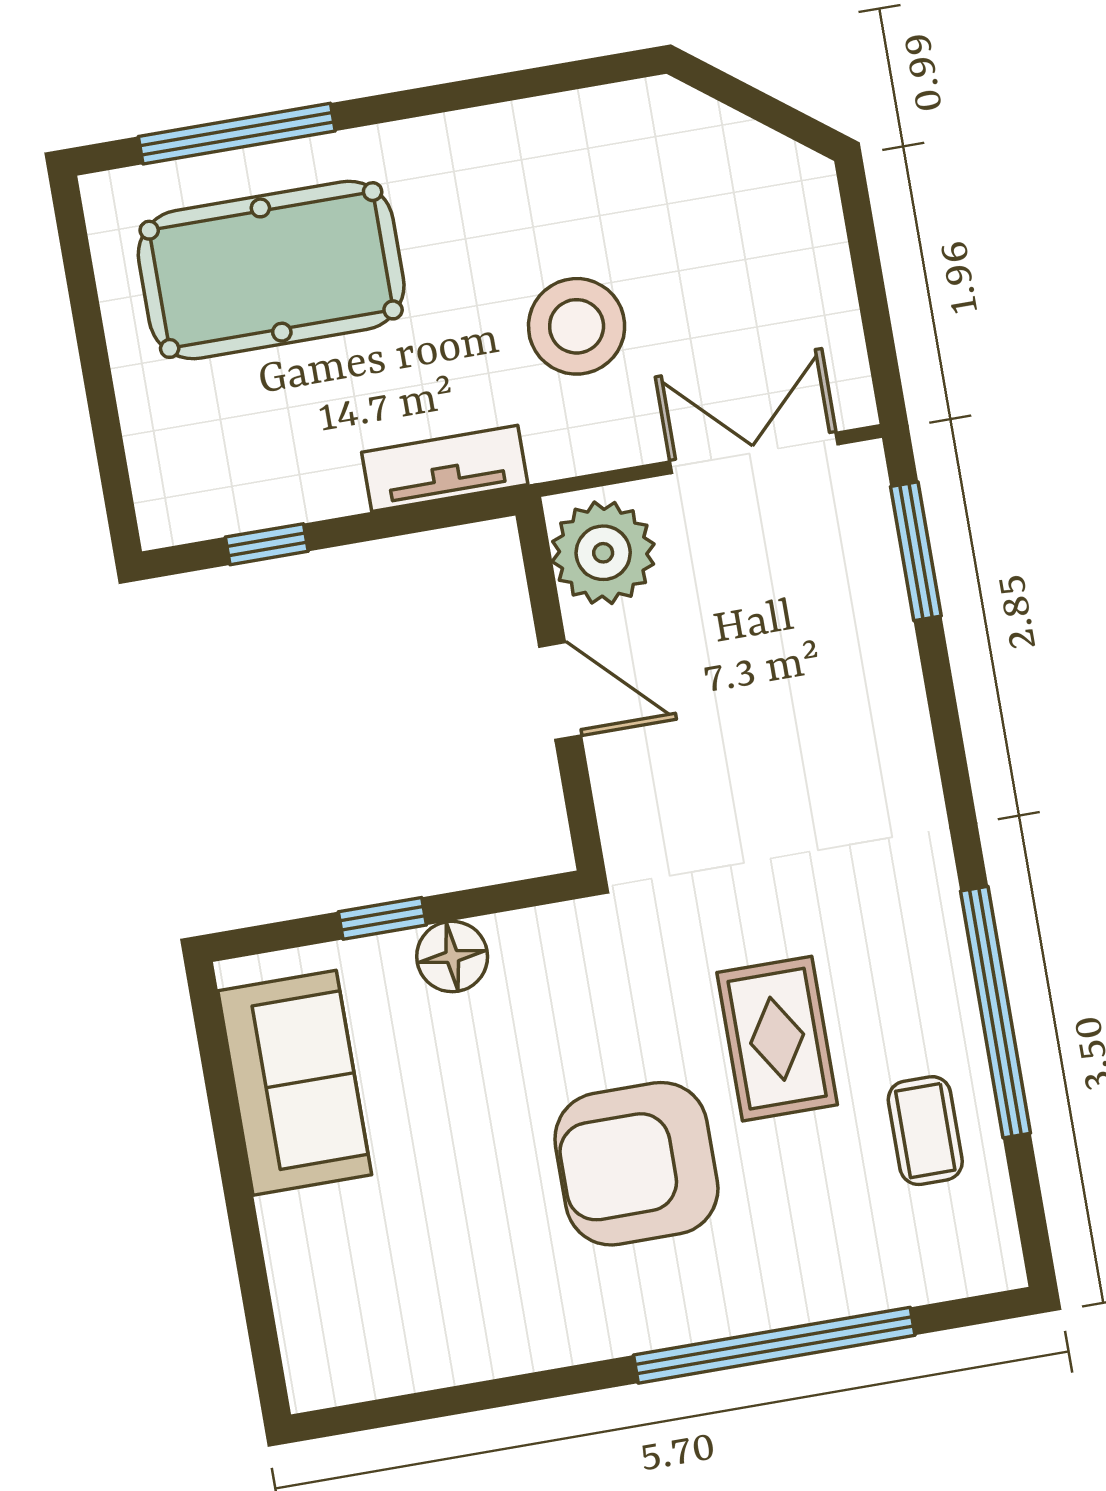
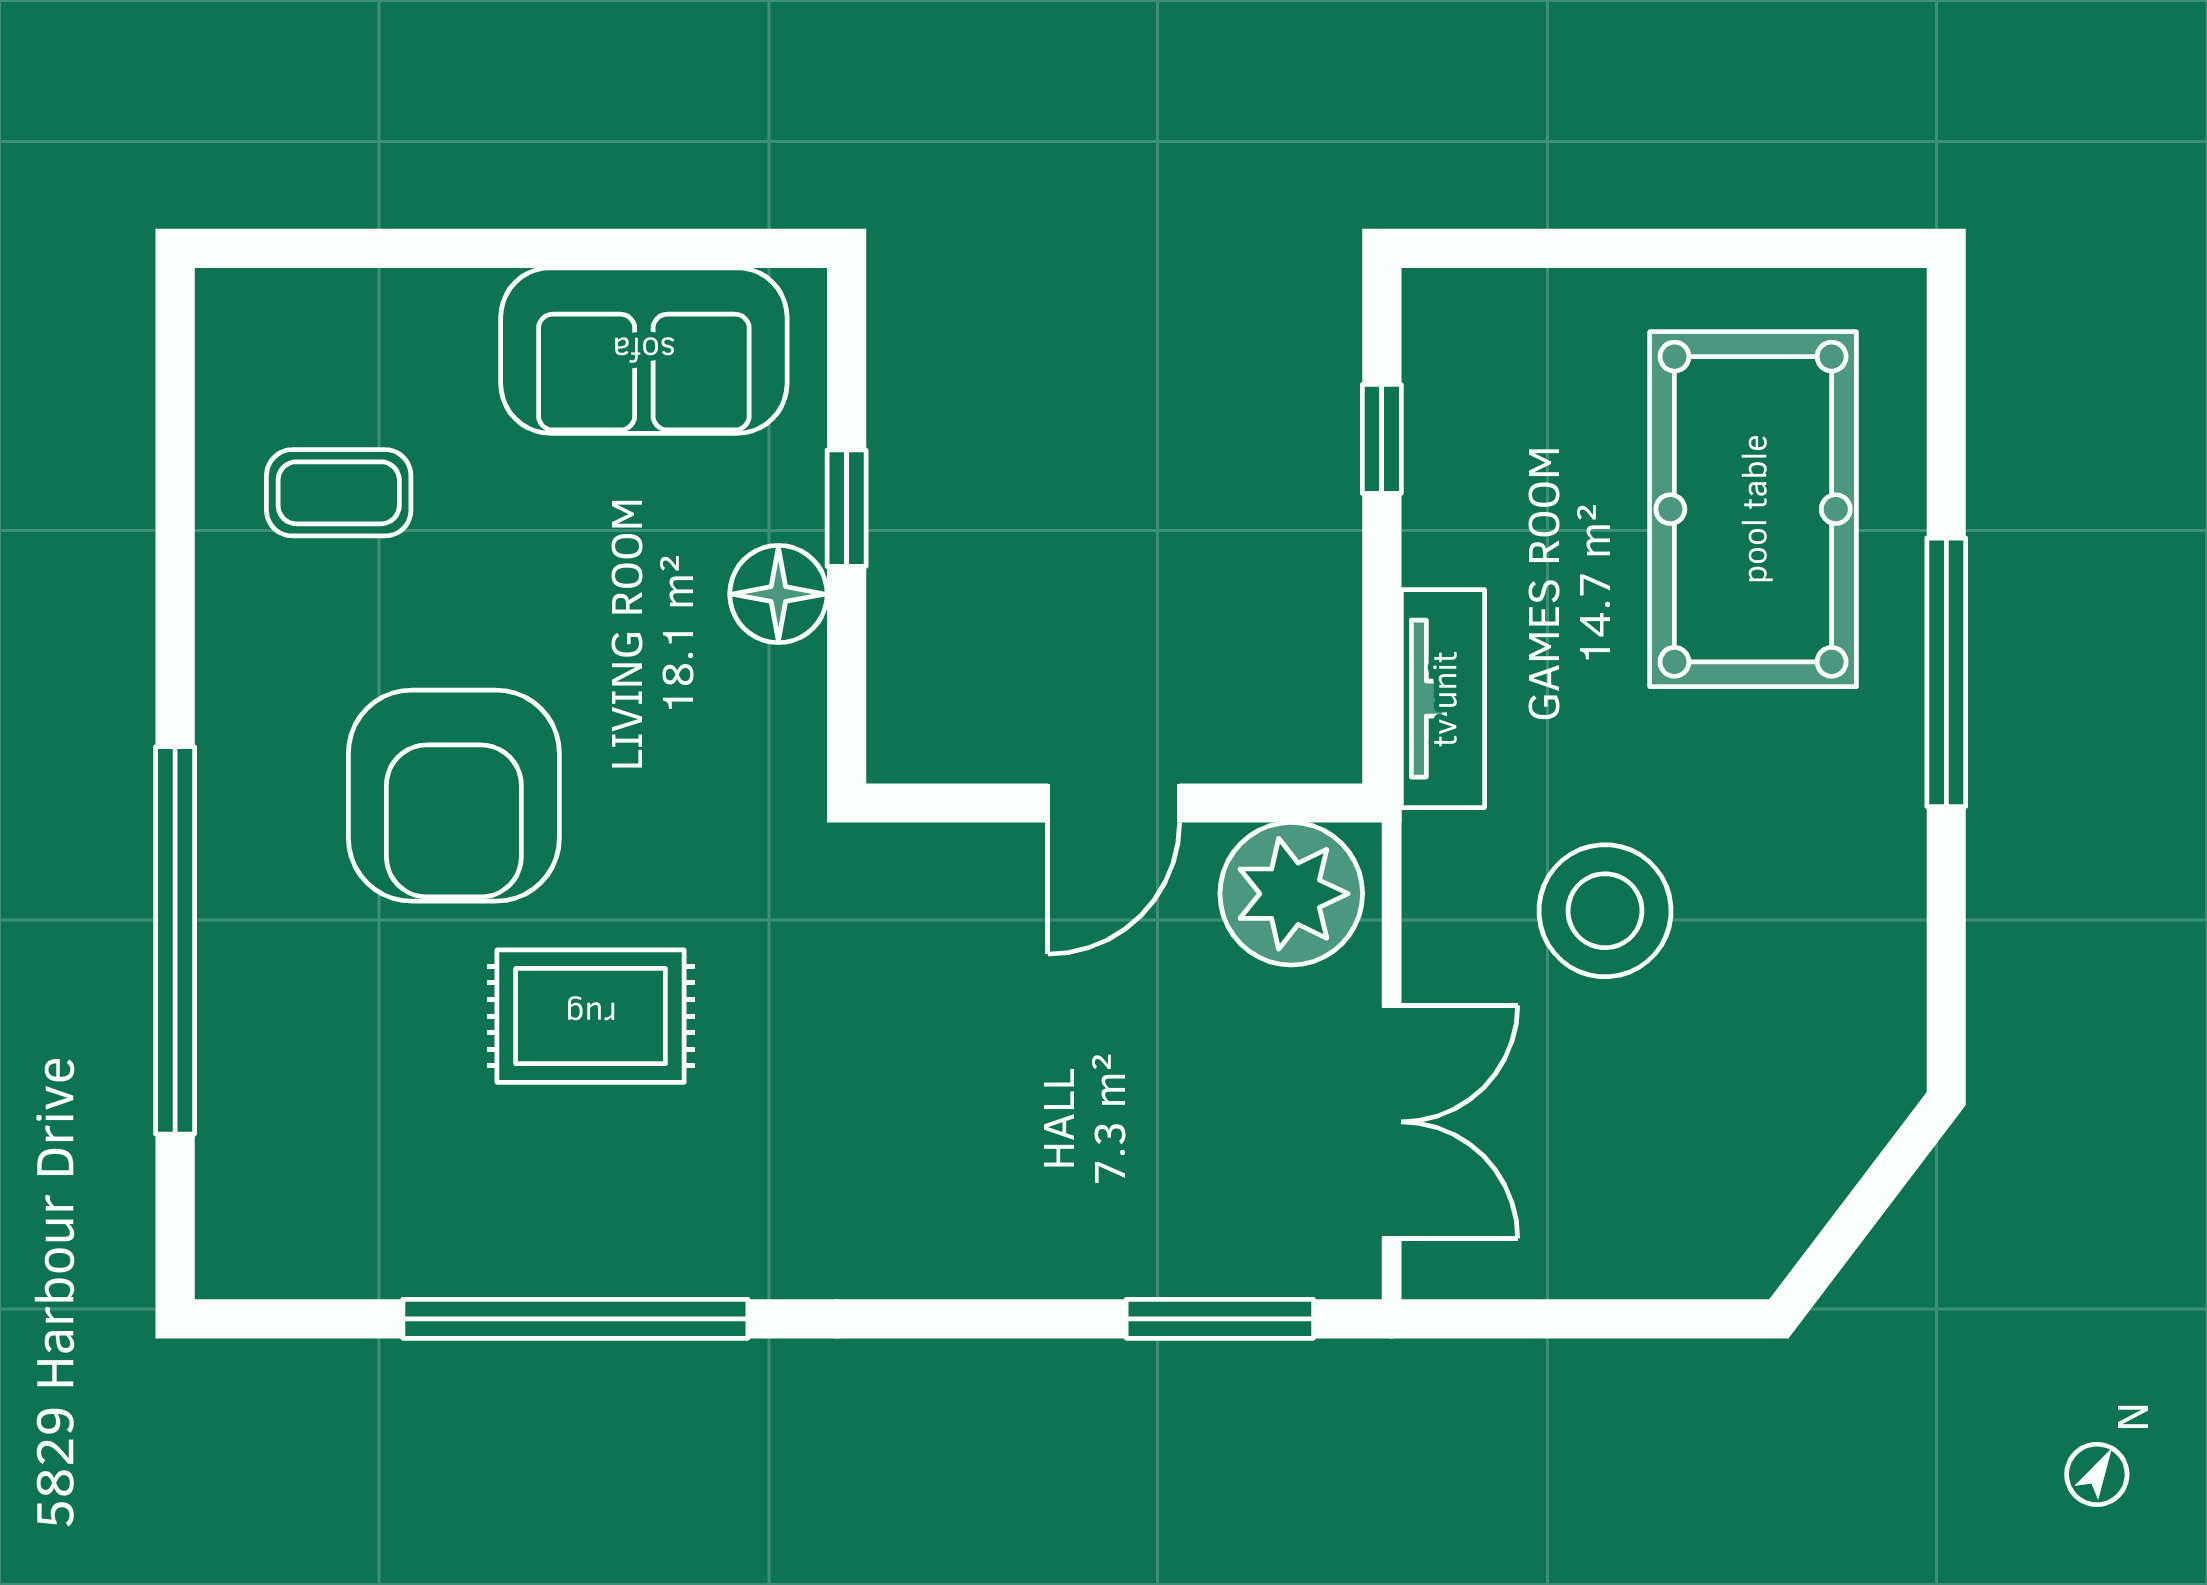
window: (237, 134) -> (1946, 672), moved
coffee table: (925, 1131) -> (339, 493), moved
armchair: (636, 1164) -> (454, 796), turned 180

